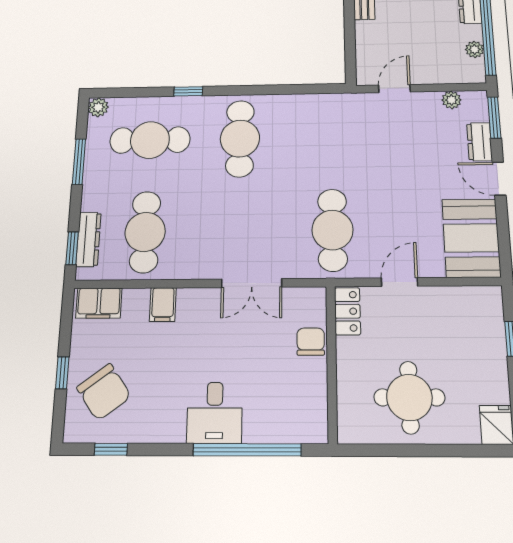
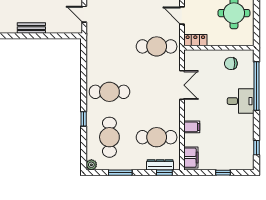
chair: (311, 342) -> (231, 63), moved
chair: (104, 392) -> (232, 152), removed

